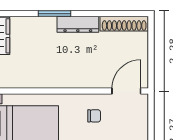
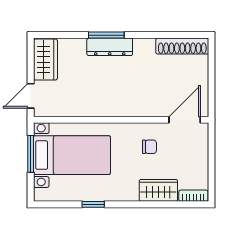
dresser: (78, 24) -> (110, 47), moved

